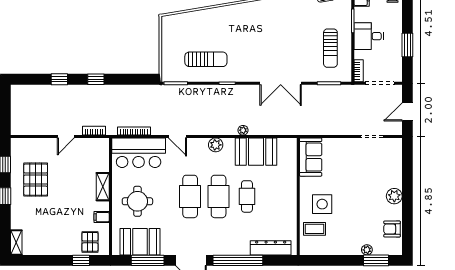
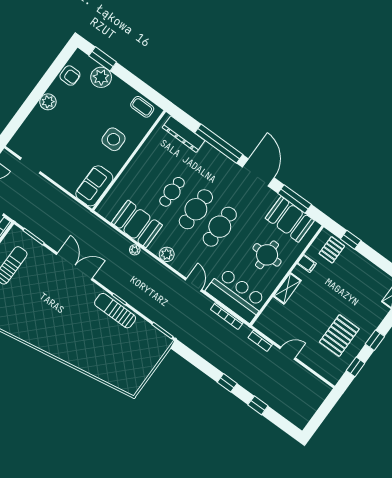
sun lounger: (206, 59) -> (115, 311), moved
coffee table: (315, 229) -> (142, 107), moved
plant: (367, 250) -> (101, 77), width x1.88, depth x1.88

